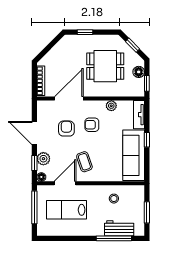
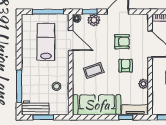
window: (147, 140) -> (126, 117), moved
coffee table: (84, 162) -> (94, 70), moved
workbench: (119, 228) -> (35, 108), moved, turned -90

